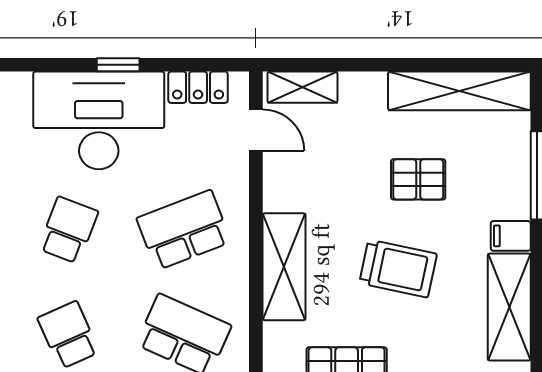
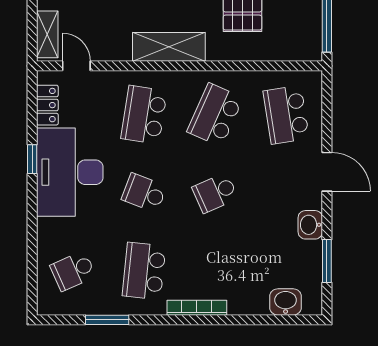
door: (256, 130) -> (76, 66), hinge flipped
school desk: (184, 230) -> (144, 115), turned 30

